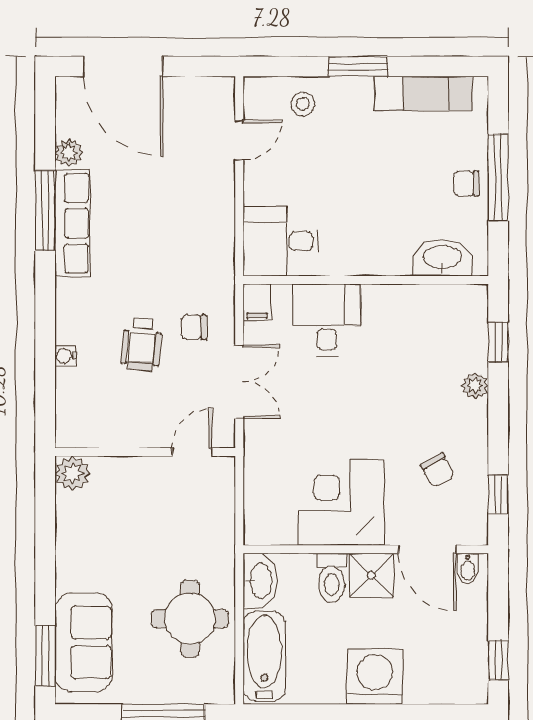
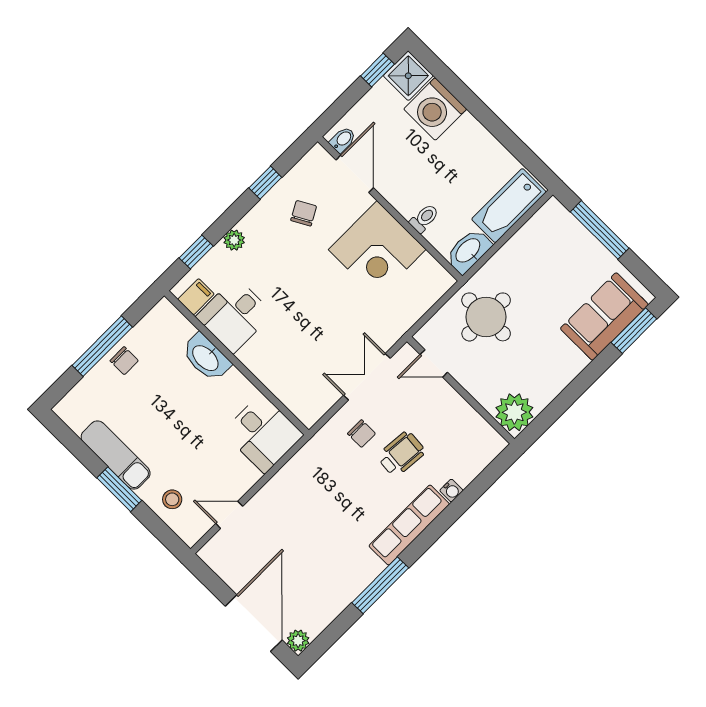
exam couch: (424, 93) -> (116, 455), moved
plant: (69, 153) -> (298, 641), moved
row of seats: (72, 223) -> (409, 525), moved
washbasin: (442, 258) -> (206, 358), moved
filing cabinet: (257, 302) -> (196, 297), moved
desk: (327, 320) -> (234, 315), moved
plant: (72, 473) -> (514, 412), width x1.36, depth x1.36
window: (498, 494) -> (265, 183), moved
shower: (371, 575) -> (408, 76), moved
toilet: (331, 578) -> (424, 218), width x0.73, depth x0.72
round table: (190, 619) -> (486, 317), moved
washing machine: (375, 676) -> (435, 109), moved

